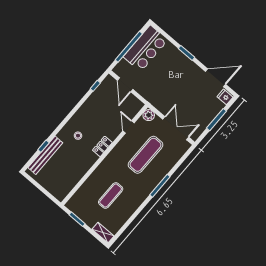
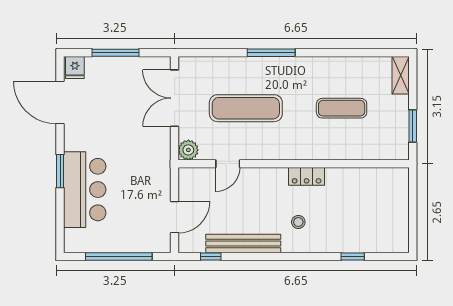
bar counter: (146, 48) -> (85, 190), moved, turned 90
locker: (102, 146) -> (307, 176), moved
bench: (45, 155) -> (243, 243), moved

